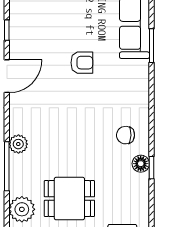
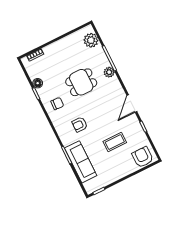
coffee table: (64, 28) -> (115, 142), added
armchair: (82, 63) -> (80, 124), moved
floor lamp: (141, 164) -> (38, 83), moved
dining table: (69, 199) -> (81, 82), moved

